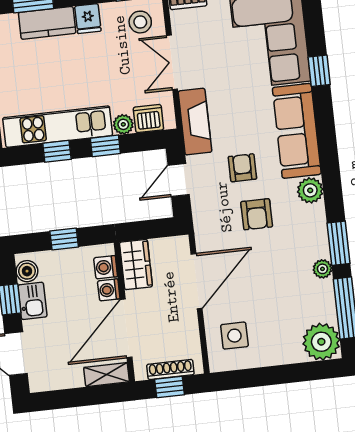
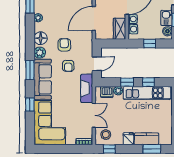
floor lamp: (312, 223) -> (41, 38), added
window: (338, 243) -> (30, 70), moved

